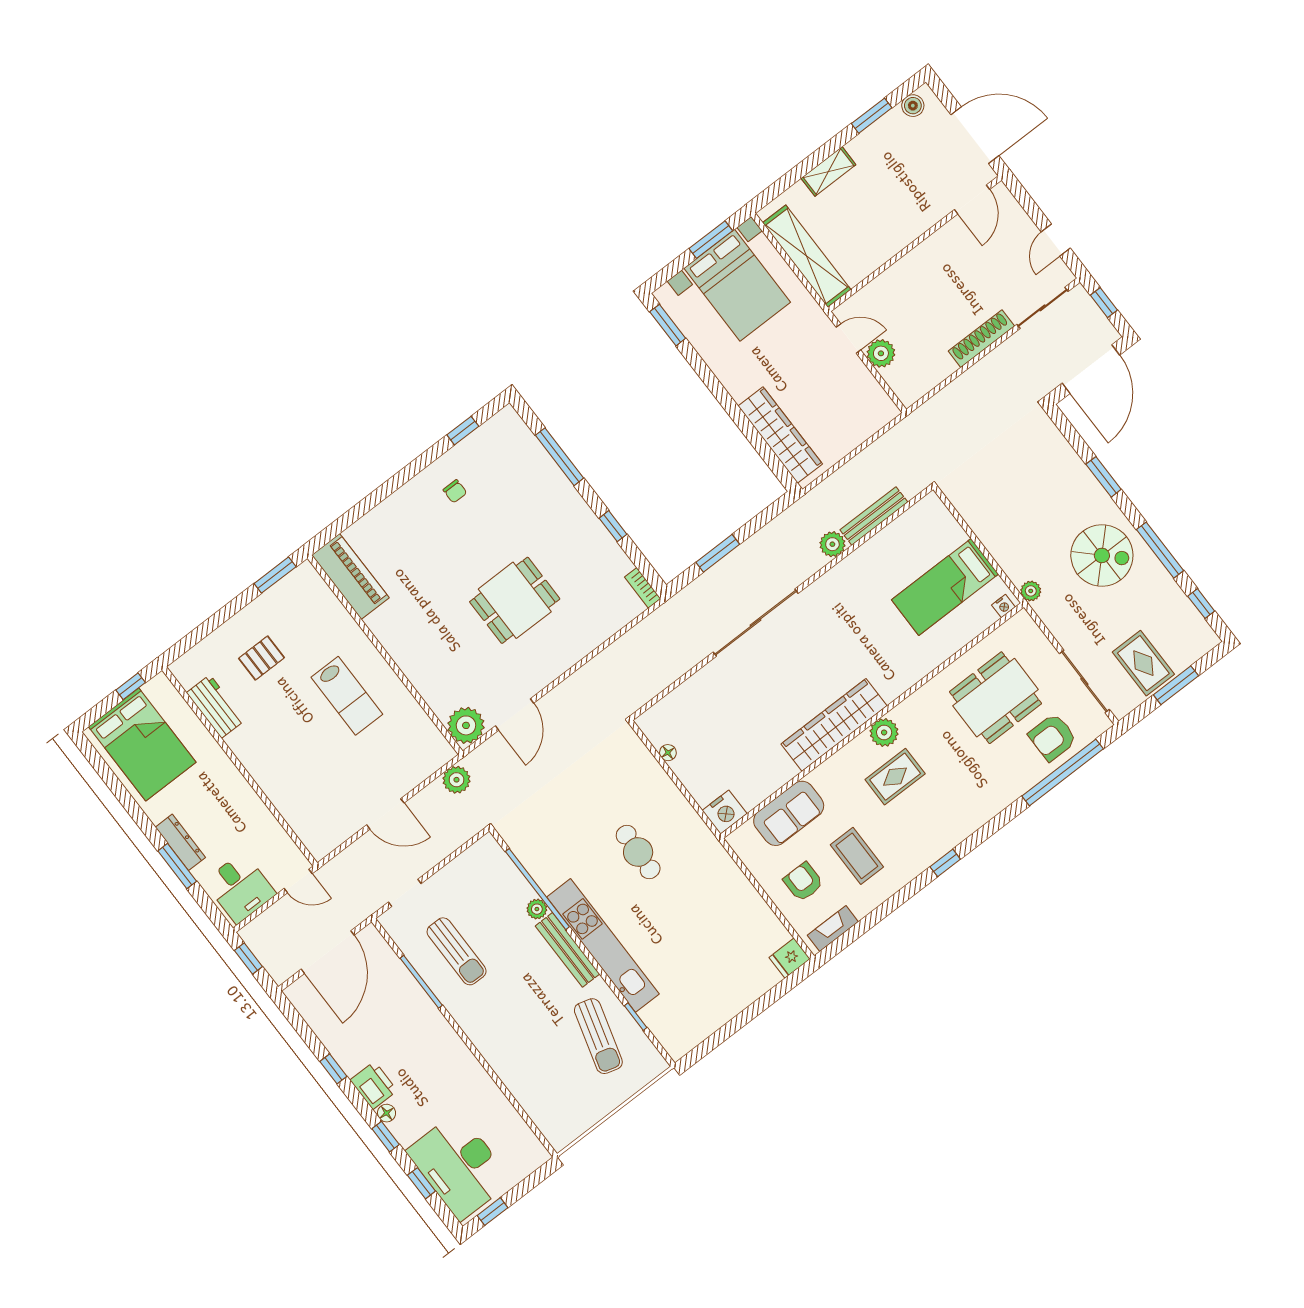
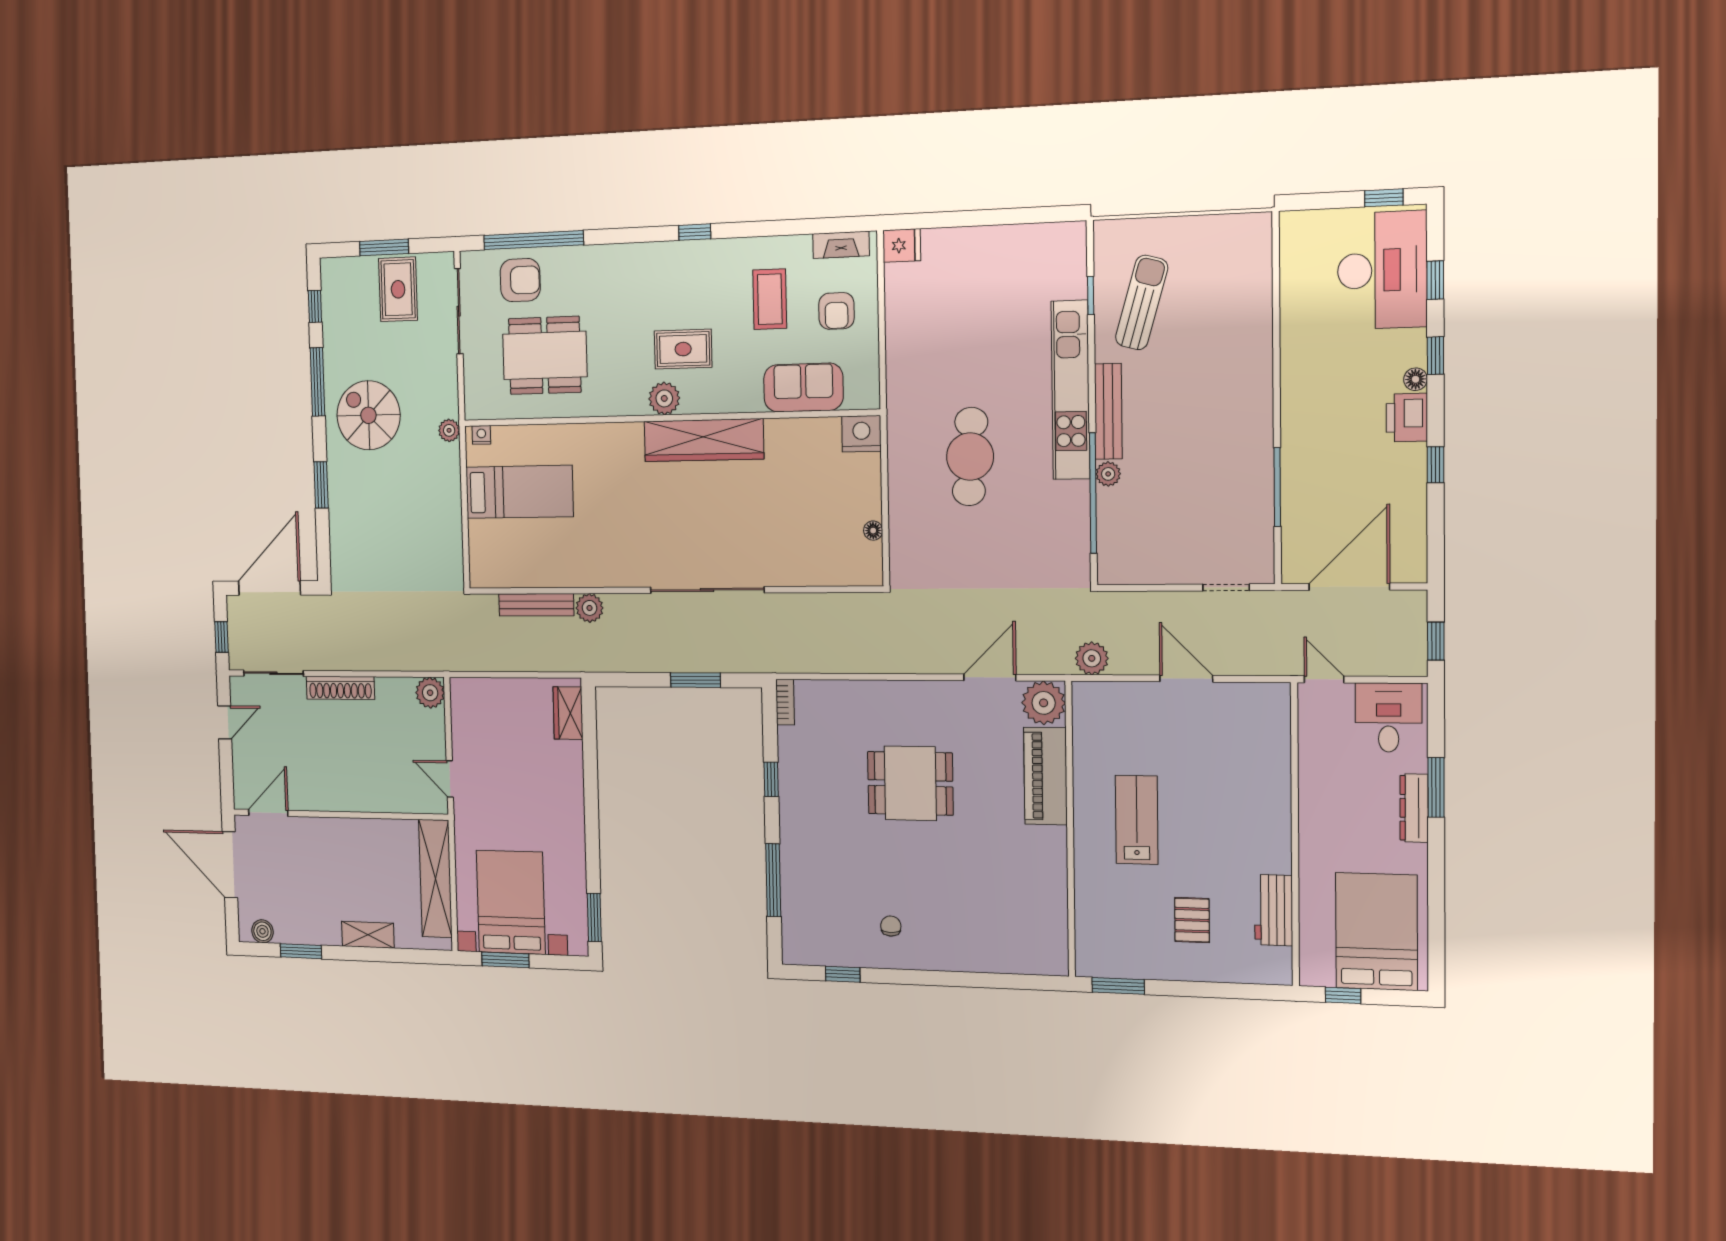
plant: (881, 353) -> (430, 693), moved
wardrobe: (780, 435) -> (568, 713), width x0.48, depth x0.85
piano: (350, 576) -> (1045, 776), moved
pallet: (261, 658) -> (1192, 920), turned 90
cafe table: (638, 852) -> (970, 457), width x1.37, depth x1.35
sun lounger: (457, 951) -> (1219, 491), removed

